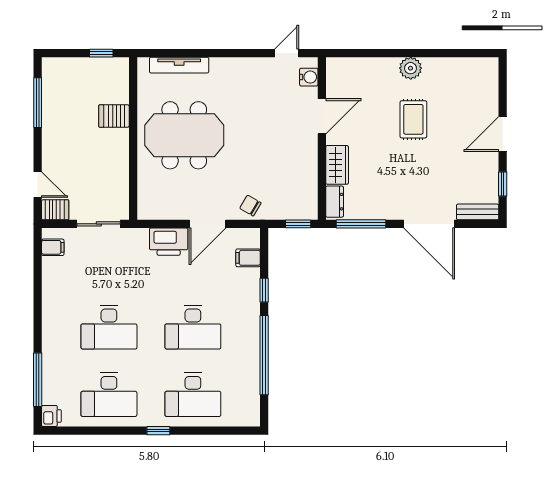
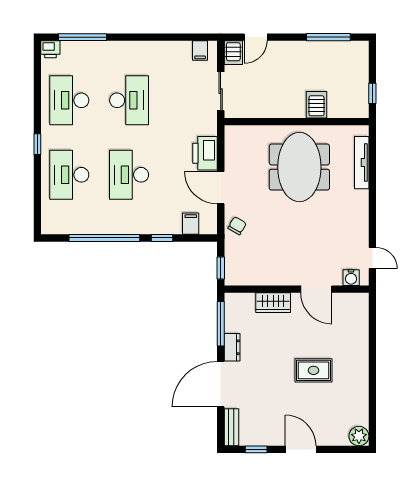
plant: (411, 68) -> (359, 436), moved
dresser: (335, 202) -> (232, 347), moved, turned -90
desk: (109, 327) -> (129, 100), turned 180

